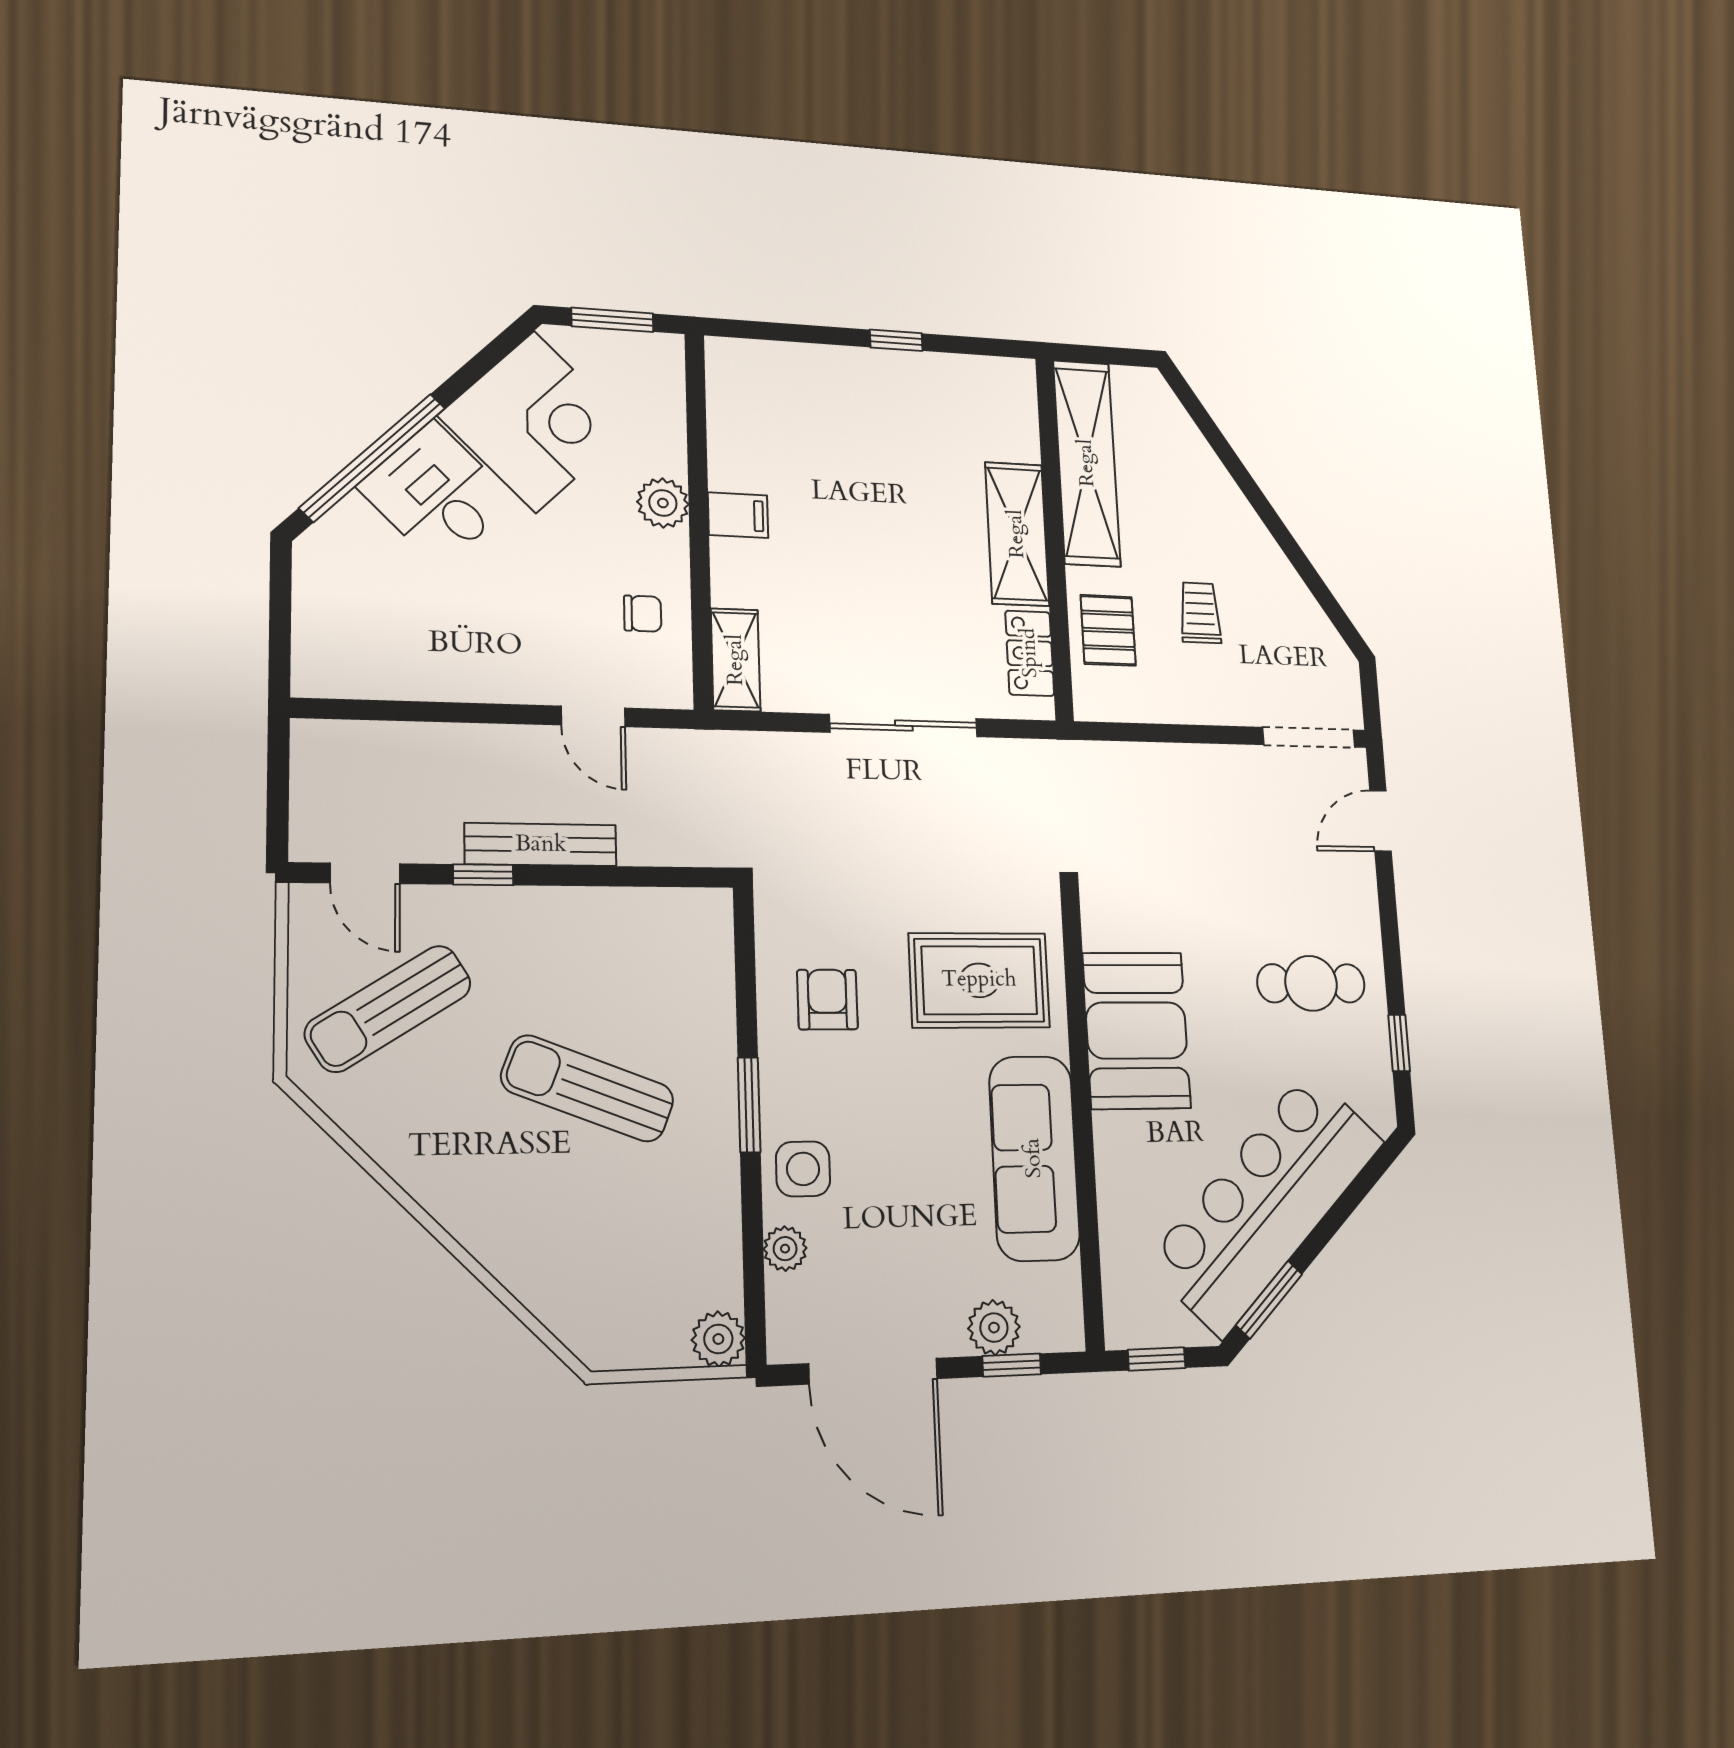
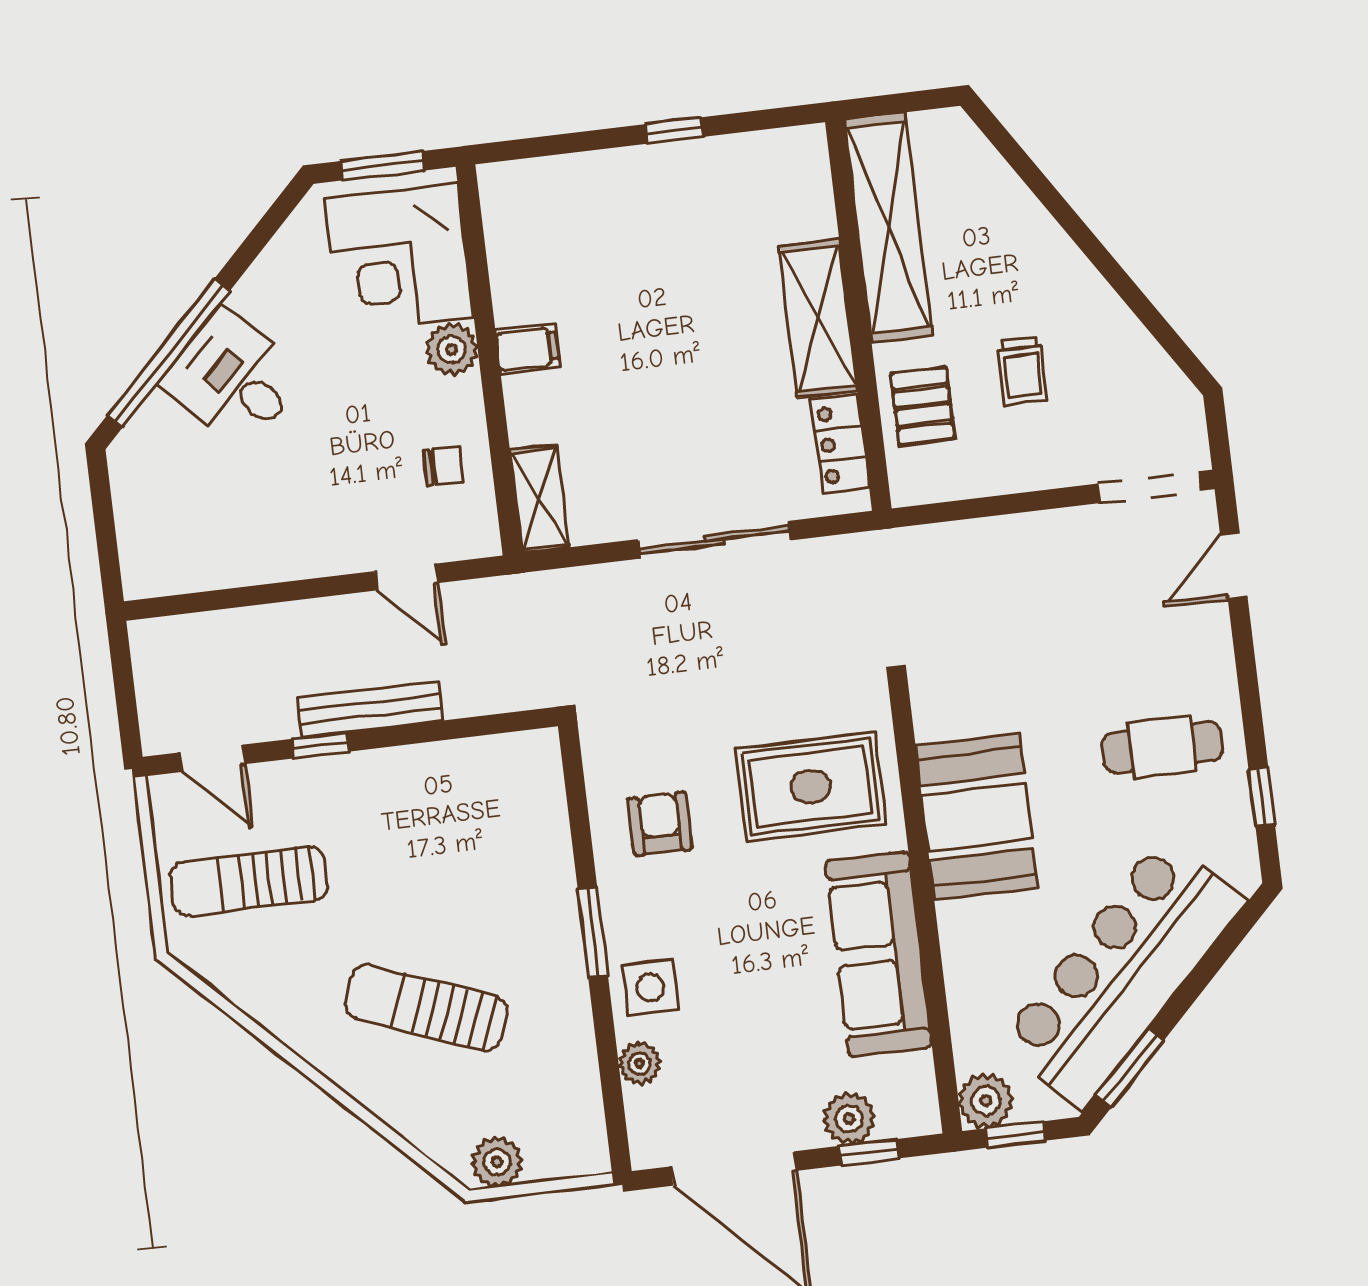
corner desk: (535, 422) -> (399, 258), moved, turned 135
trolley: (1200, 613) -> (1022, 371), turned 180
sun lounger: (388, 1008) -> (249, 881), turned 32
sun lounger: (588, 1089) -> (426, 1008), moved
plant: (1130, 1321) -> (986, 1101), added
plant: (718, 1339) -> (497, 1162), moved

